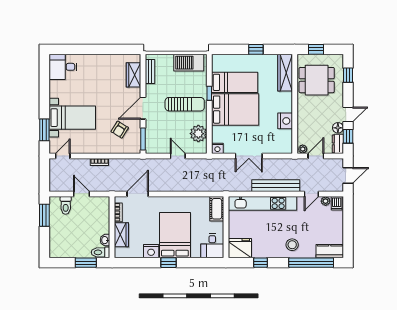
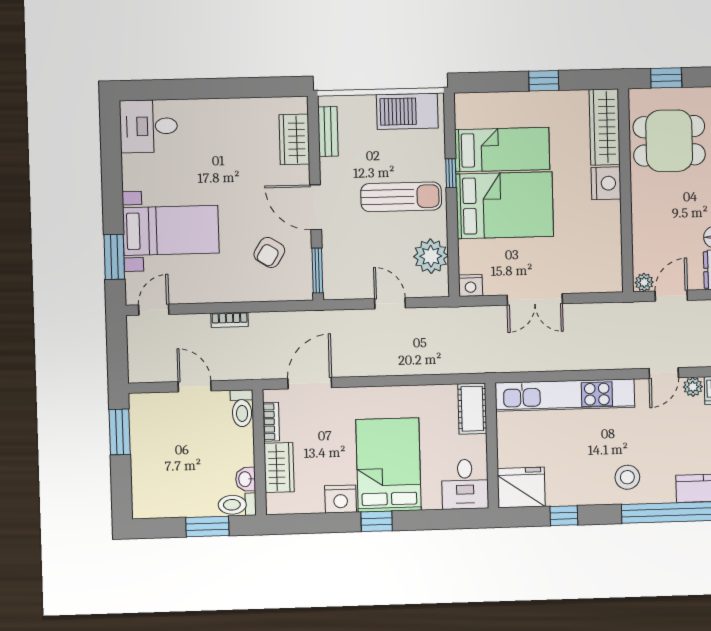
door: (143, 108) -> (316, 207), hinge flipped
nightstand: (285, 121) -> (606, 183), moved
bench: (276, 186) -> (591, 358), removed
toilet: (66, 205) -> (242, 408), moved

